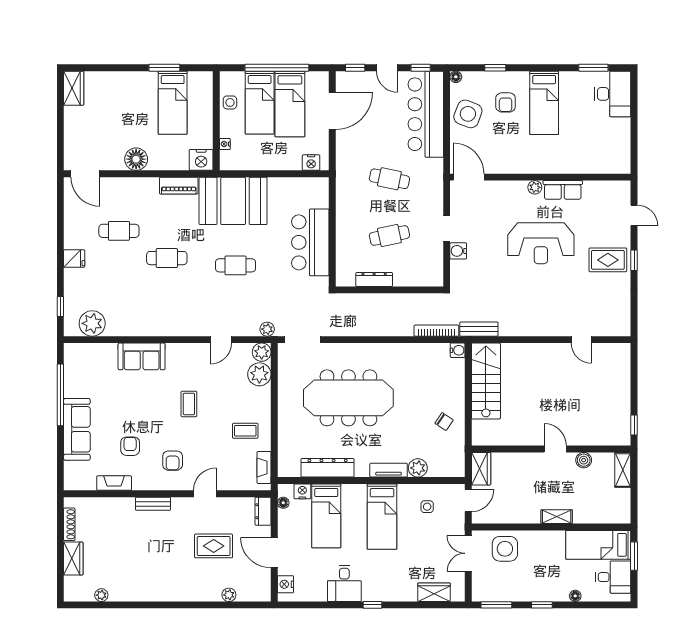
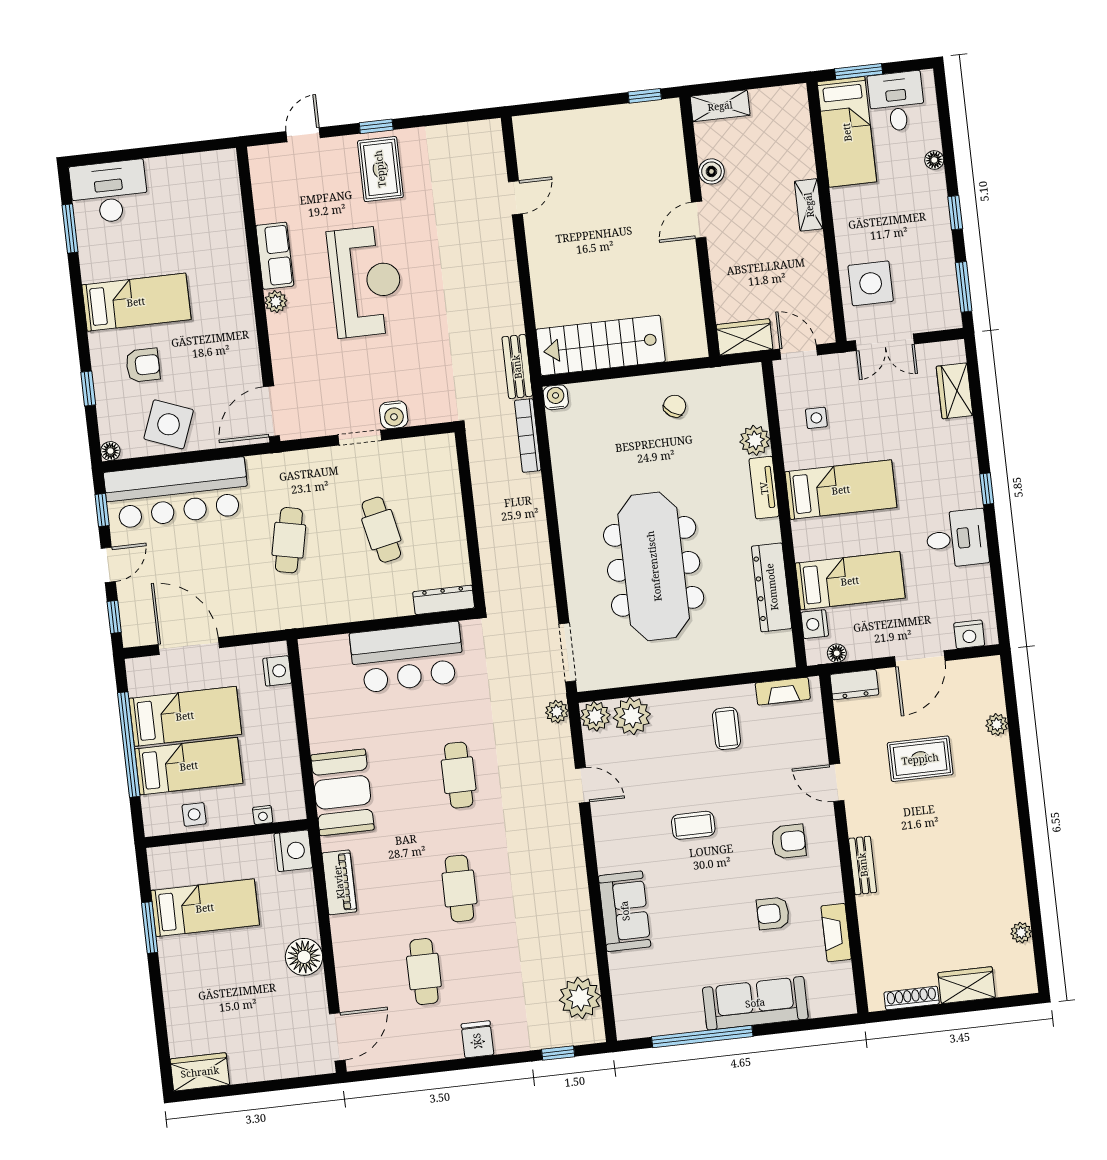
booth: (233, 201) -> (342, 792), width x0.73, depth x0.70
dresser: (374, 279) -> (444, 600), moved, turned 90
rug: (214, 546) -> (920, 759), turned 90

